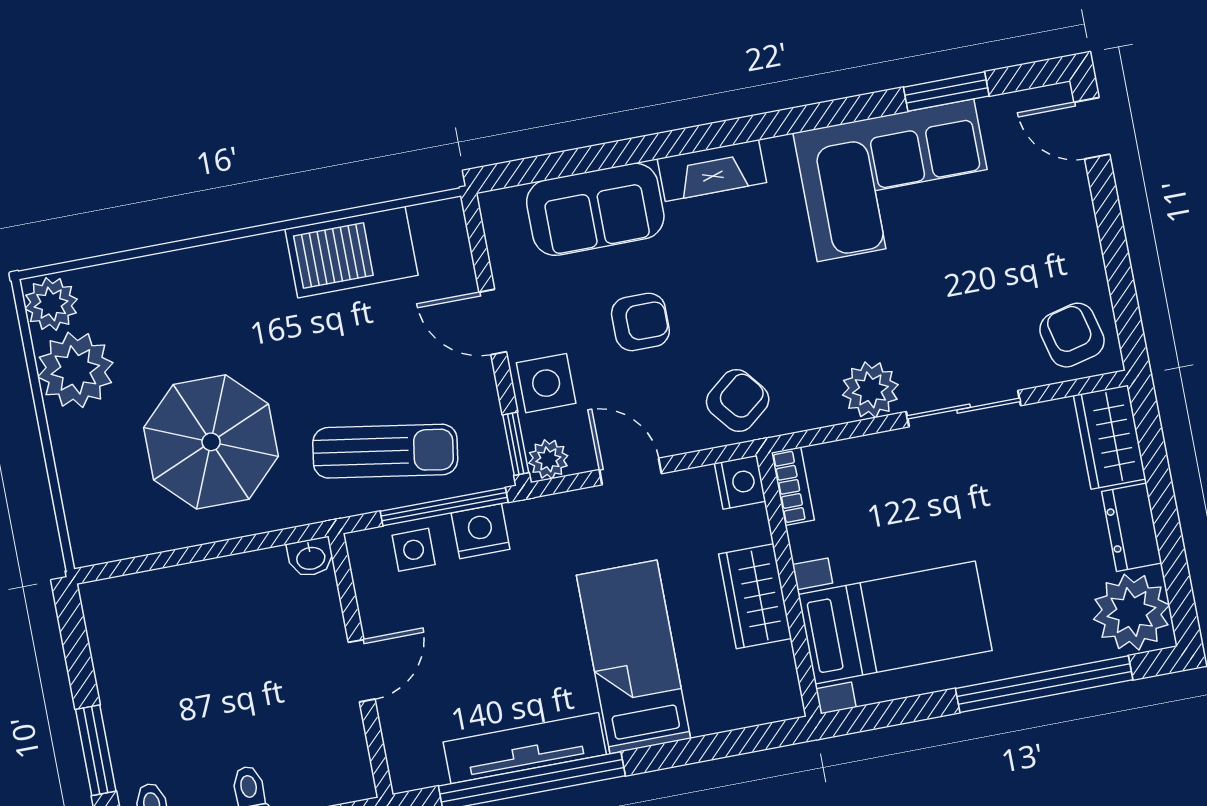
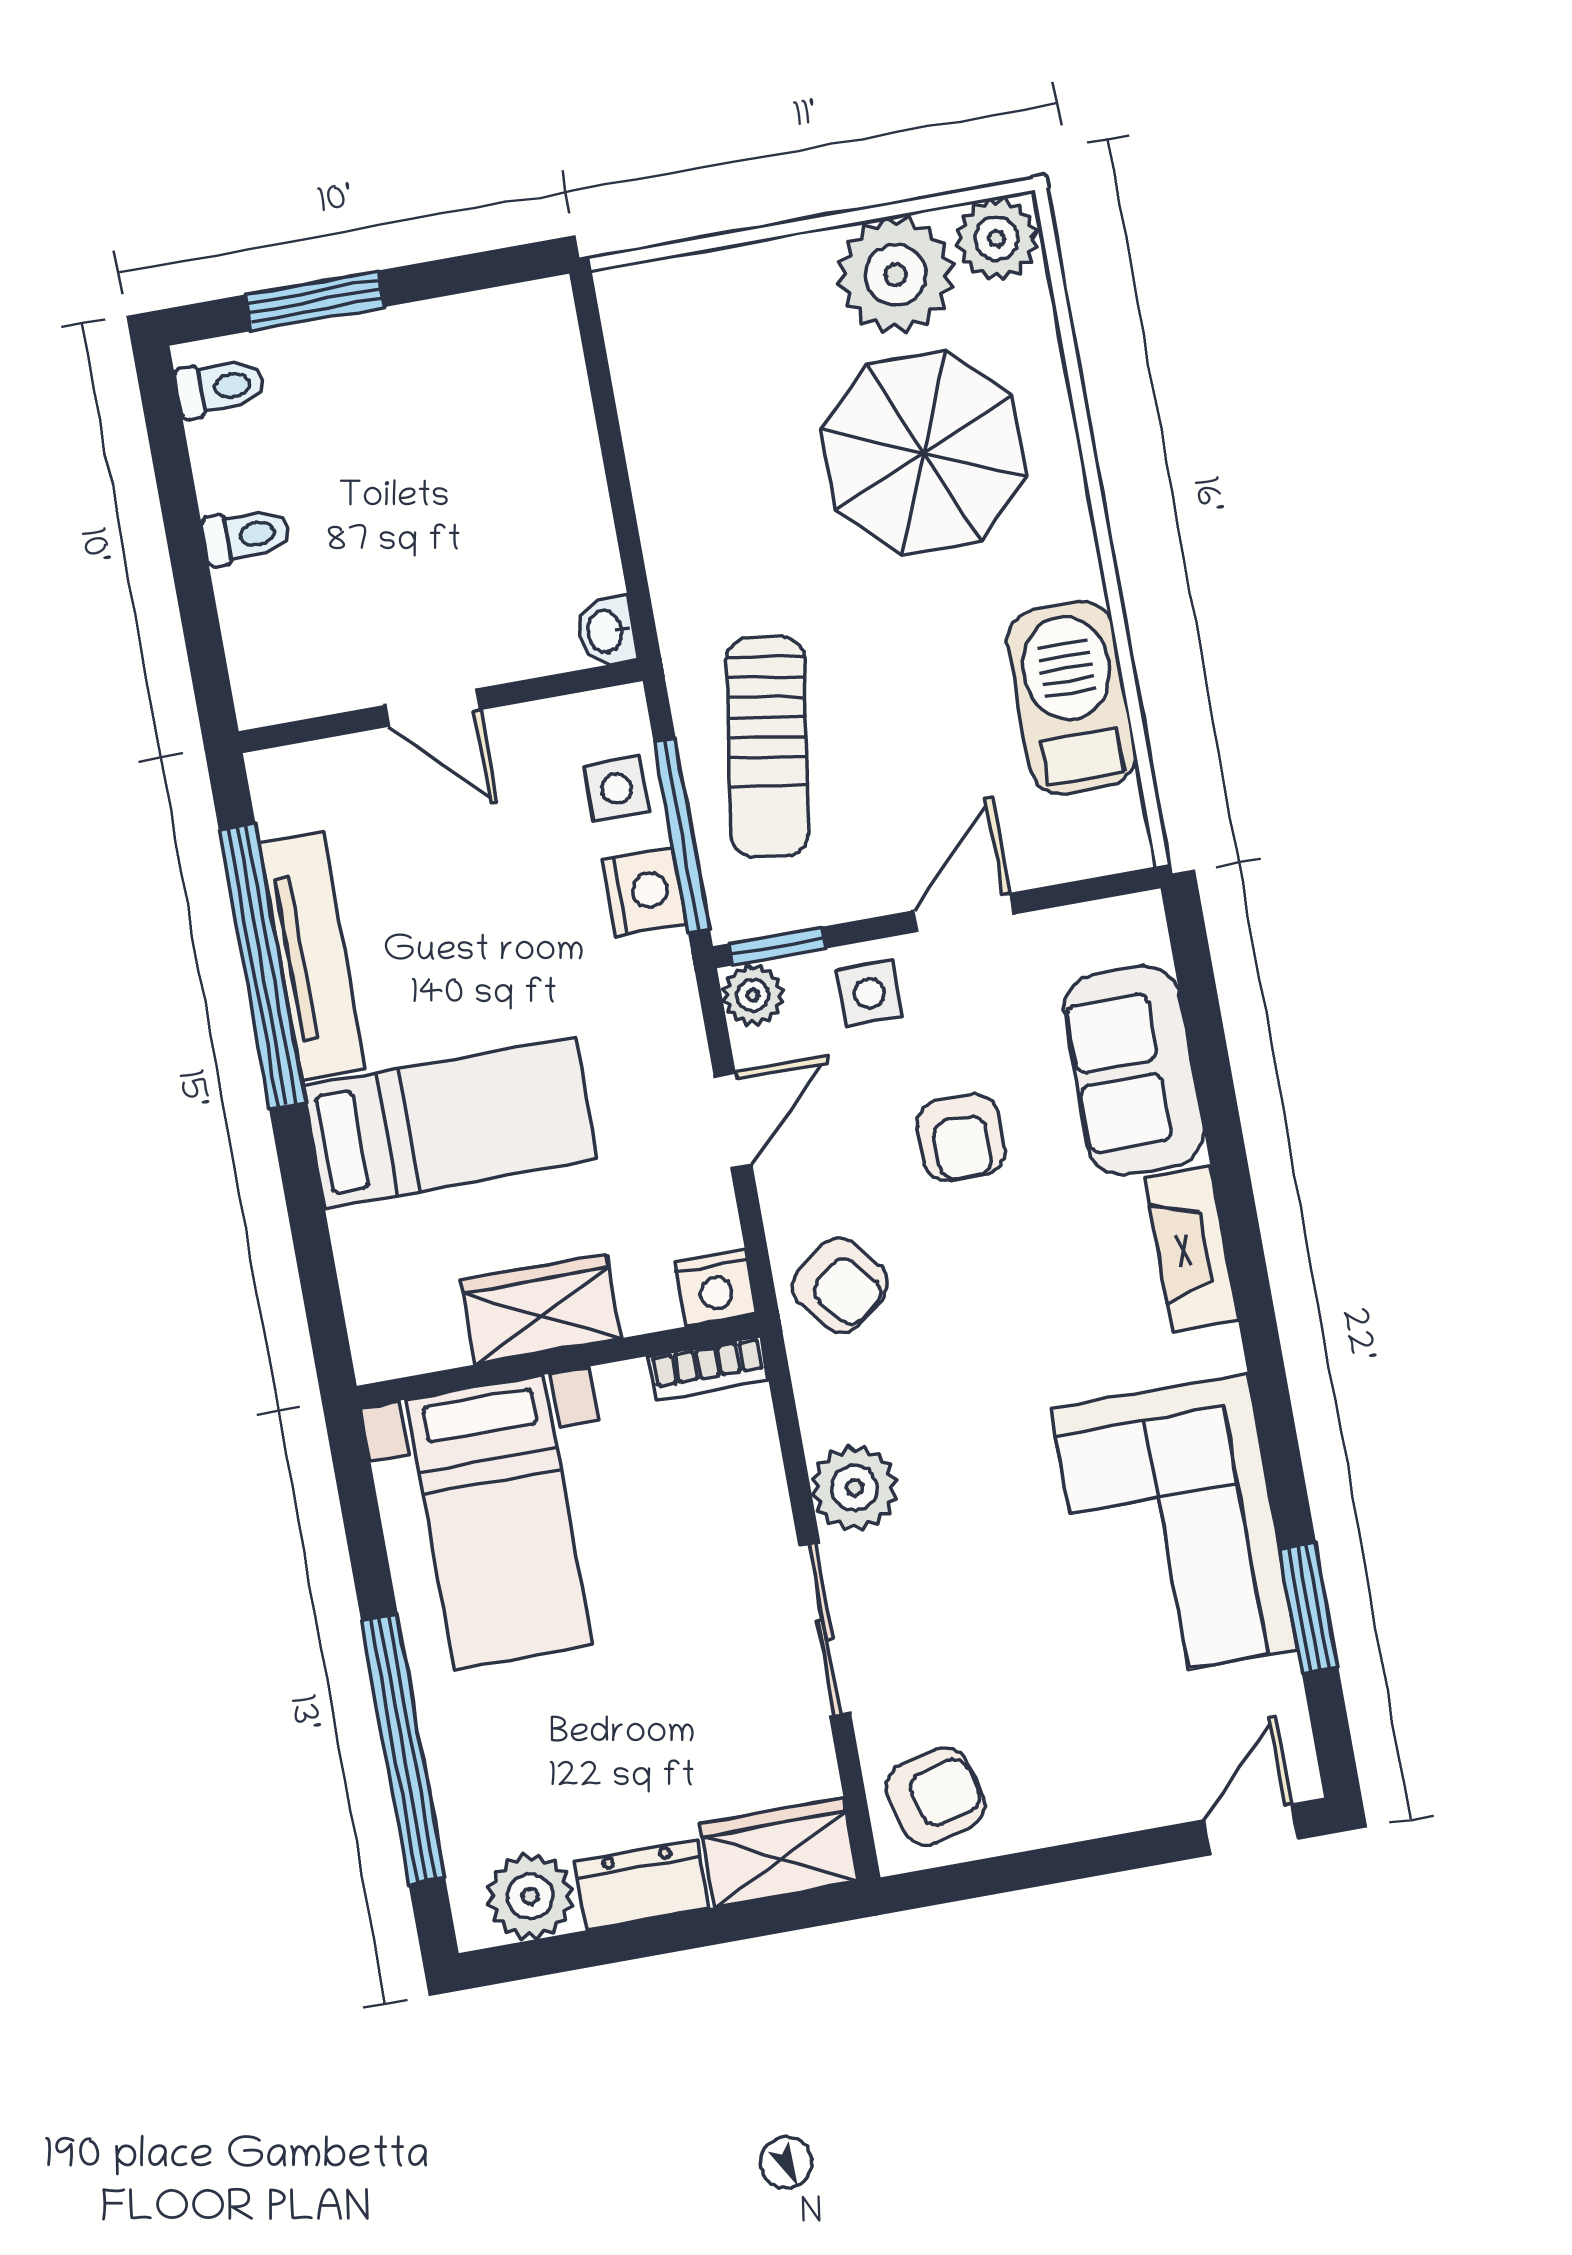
side table: (546, 383) -> (869, 993), width x0.73, depth x0.73
parasol: (211, 442) -> (924, 453), moved
plant: (1132, 612) -> (530, 1896), width x0.73, depth x0.73

